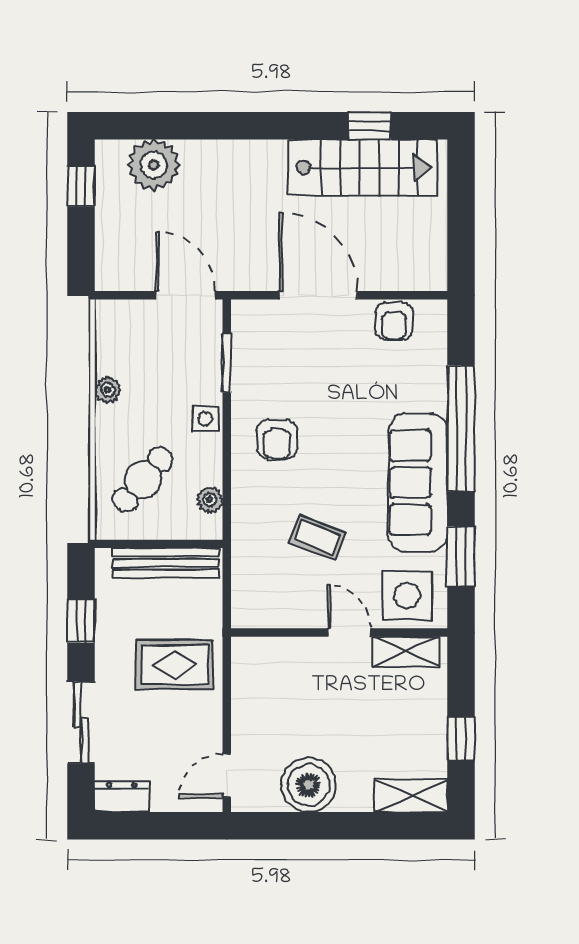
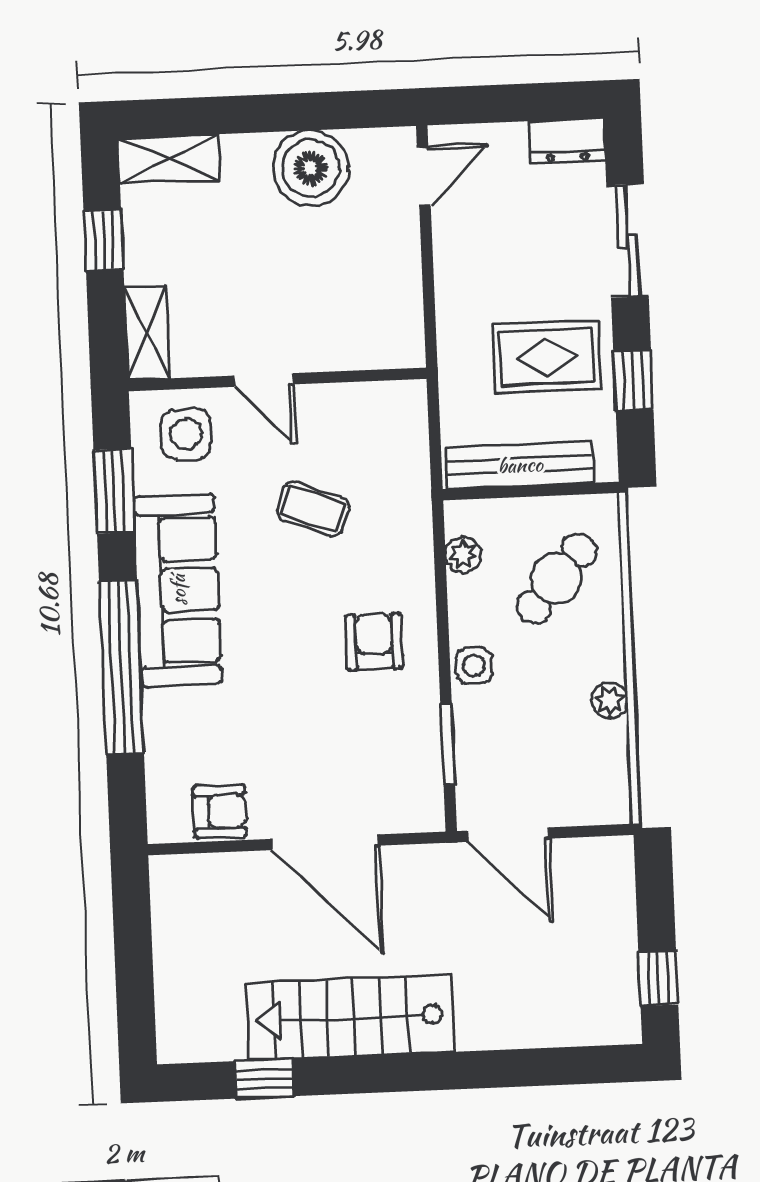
plant: (154, 165) -> (559, 1012), removed
stairs: (363, 167) -> (350, 1018), moved
armchair: (394, 321) -> (220, 811), turned 90
side table: (407, 596) -> (186, 434), width x0.73, depth x0.73
shelving: (406, 652) -> (147, 333), moved, turned 90
rug: (175, 665) -> (547, 357), moved

